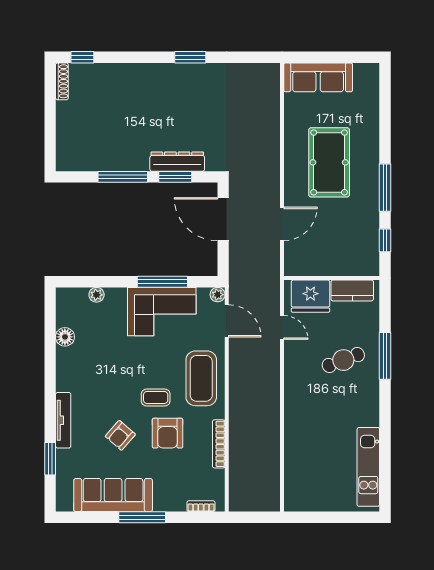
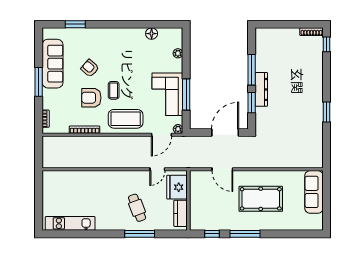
dresser: (177, 162) -> (261, 89), moved
tv unit: (63, 420) -> (99, 32), removed

